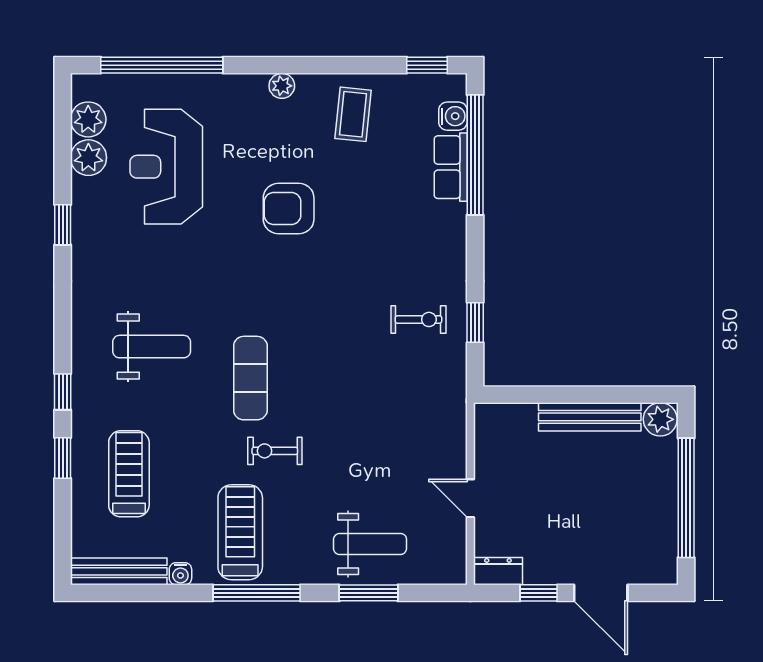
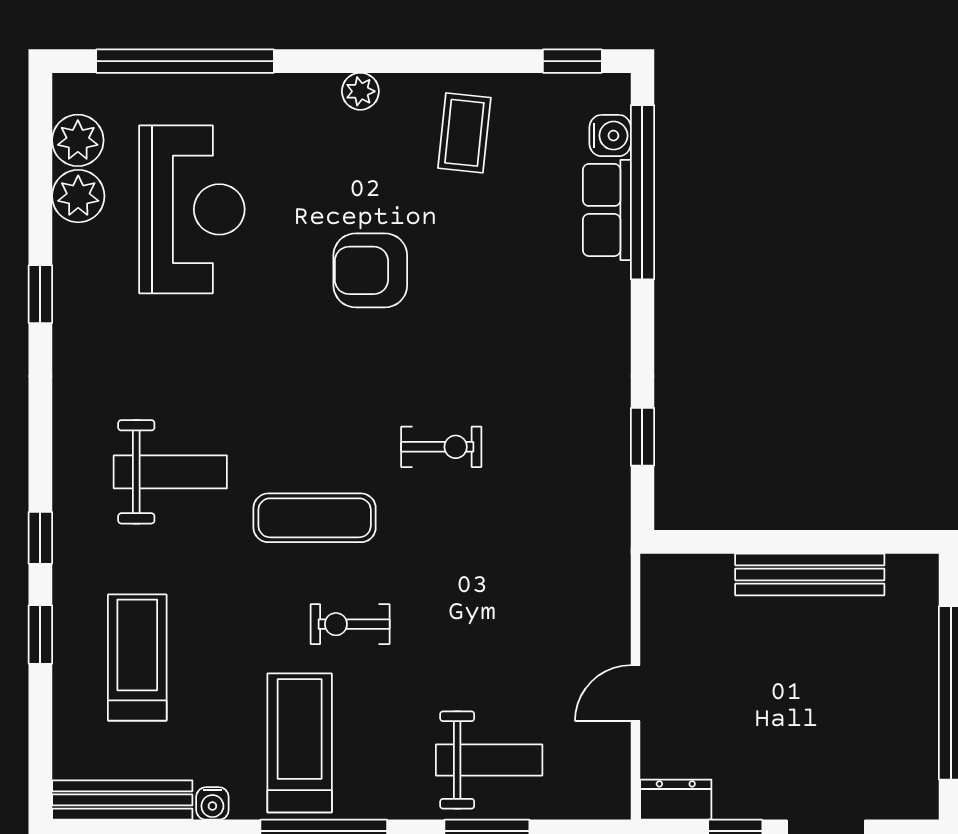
reception desk: (166, 167) -> (192, 209), turned 180
exercise bike: (419, 319) -> (441, 447), moved
exercise mat: (250, 378) -> (315, 518), turned 90
plant: (660, 419) -> (913, 578), removed
door: (470, 498) -> (635, 693), hinge flipped

